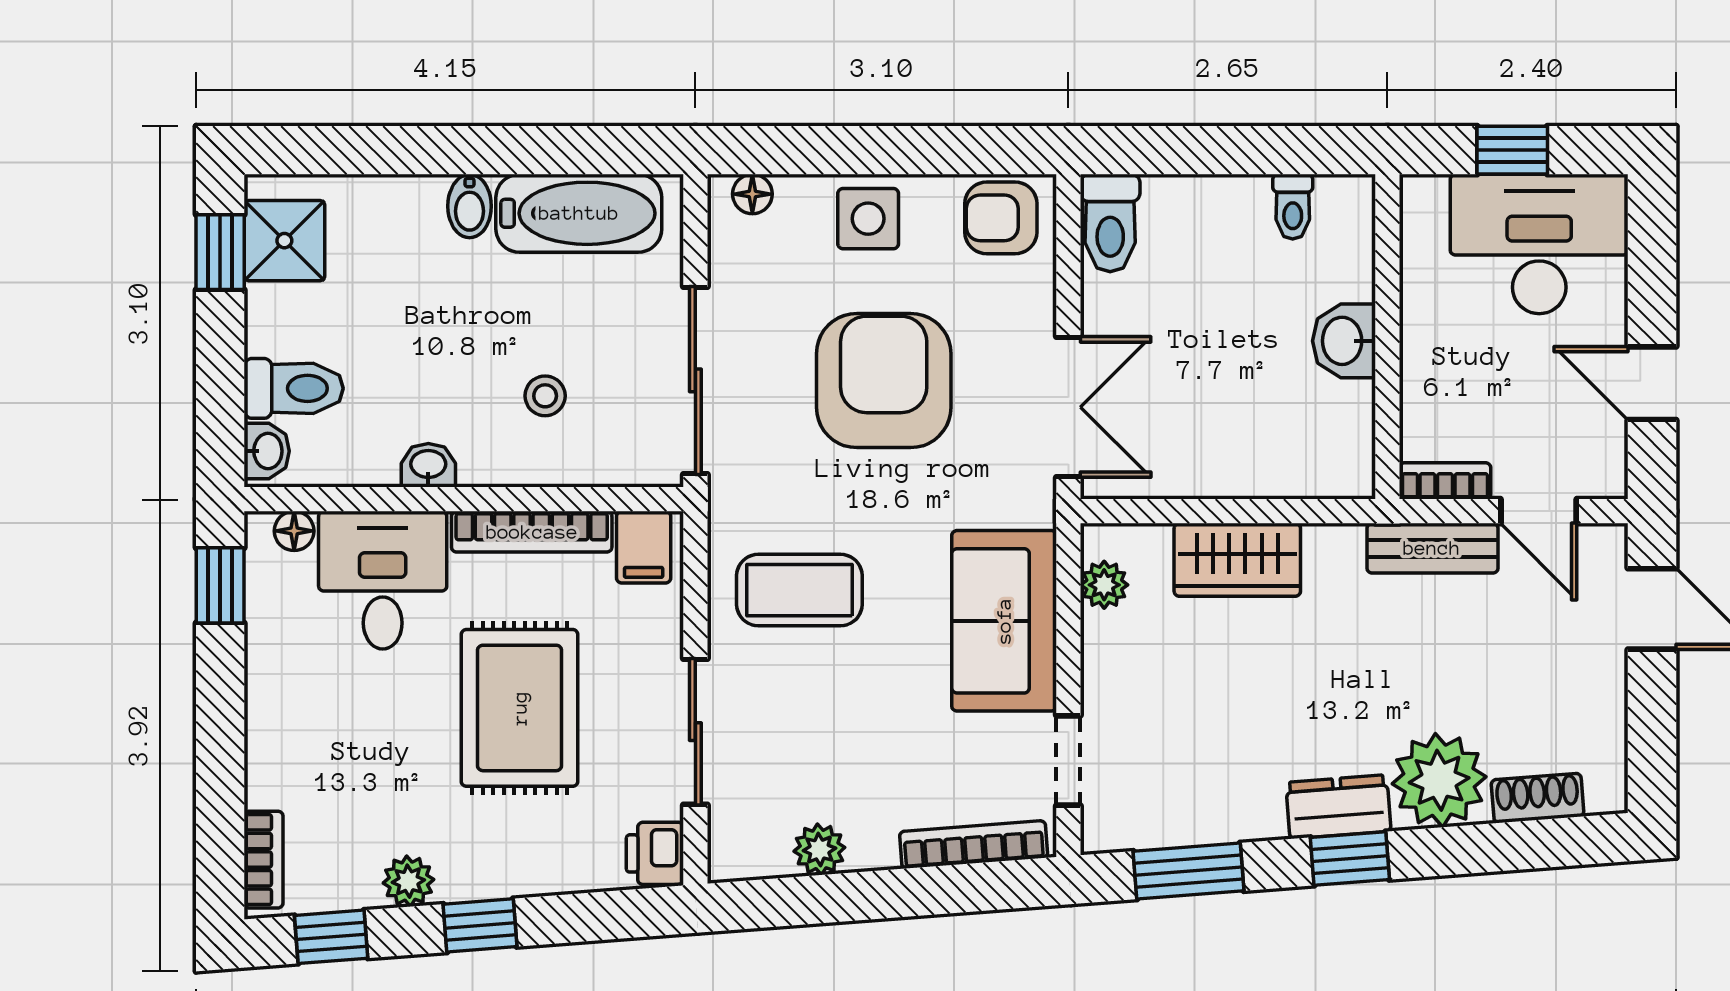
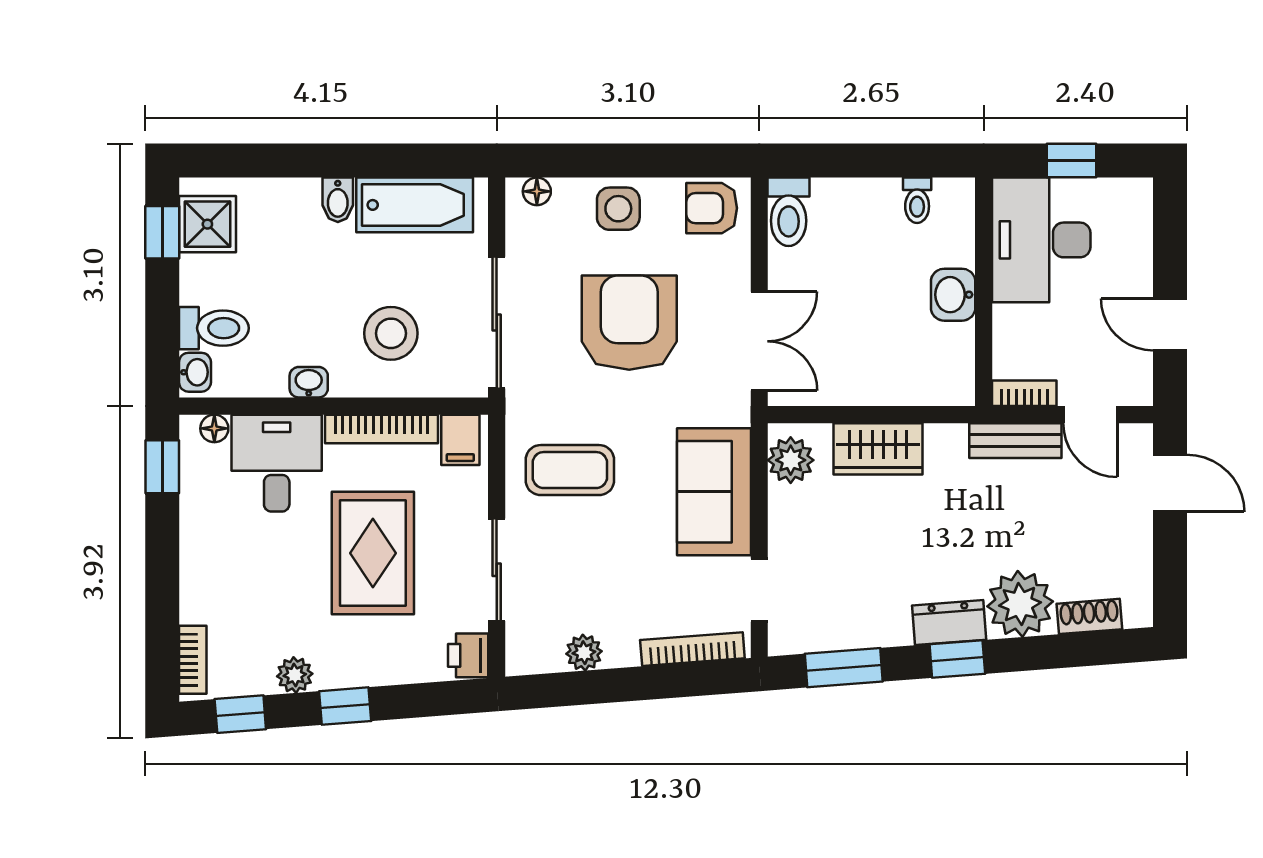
desk: (1539, 244) -> (1041, 240), moved, turned -90
stool: (545, 396) -> (391, 333), width x1.89, depth x1.89
plant: (1104, 585) -> (791, 460), width x1.38, depth x1.38

